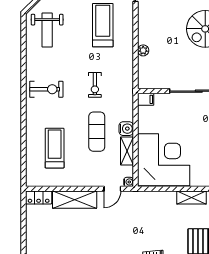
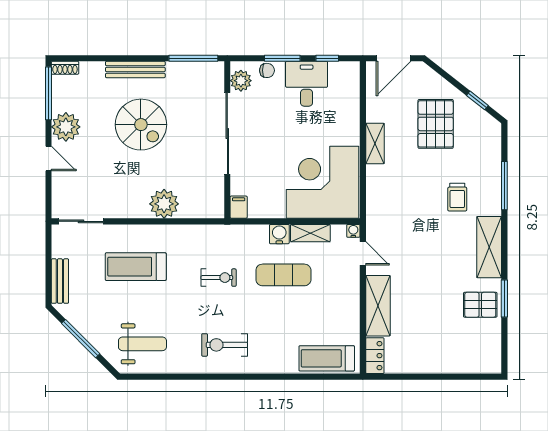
plant: (143, 50) -> (164, 204), width x1.88, depth x1.88
exercise bike: (46, 89) -> (225, 345), turned -90
treadmill: (55, 148) -> (327, 358), moved

